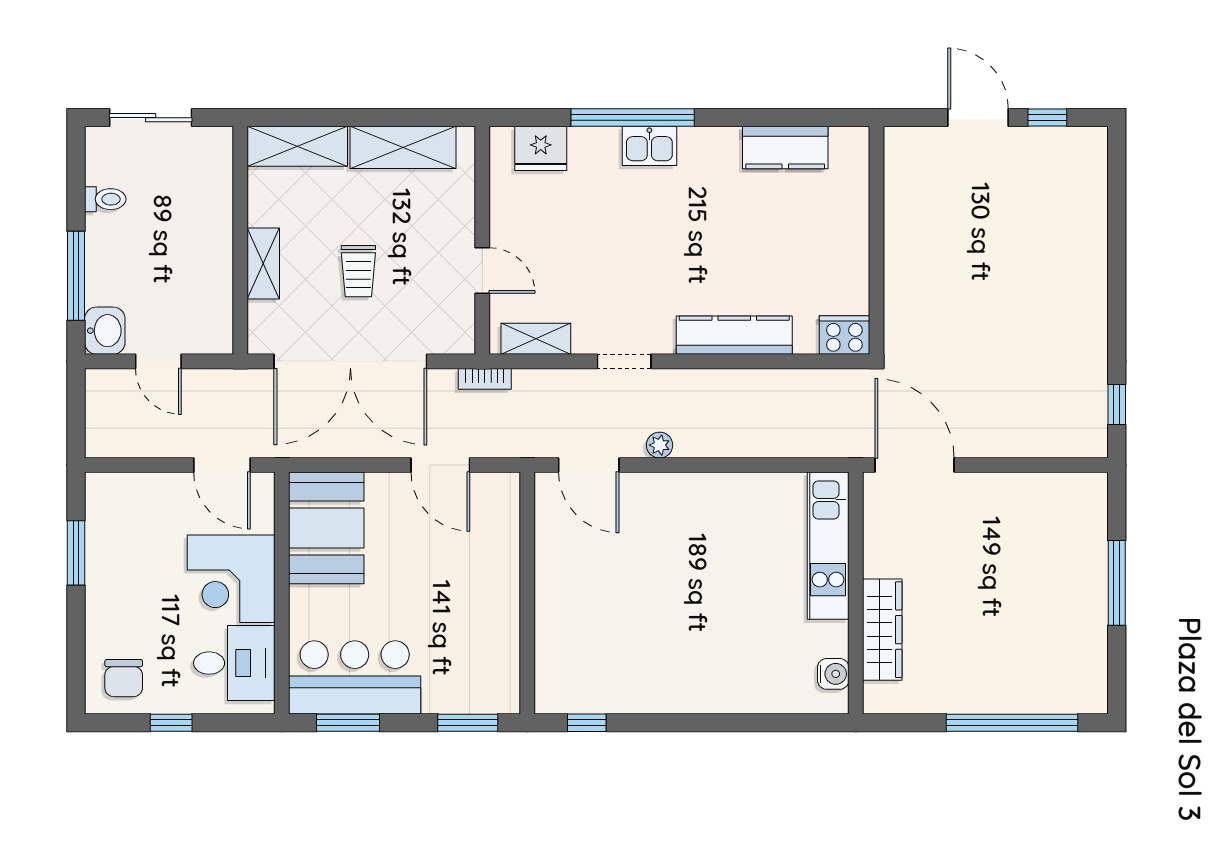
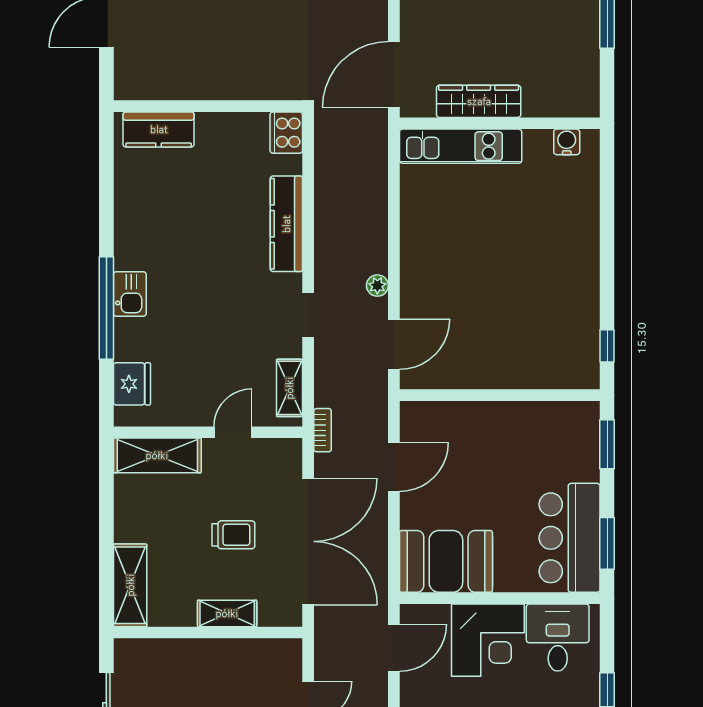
shelving: (403, 147) -> (157, 455), moved, turned 90
kitchen counter: (785, 148) -> (159, 129), moved, turned 90
wardrobe: (882, 630) -> (479, 101), moved

